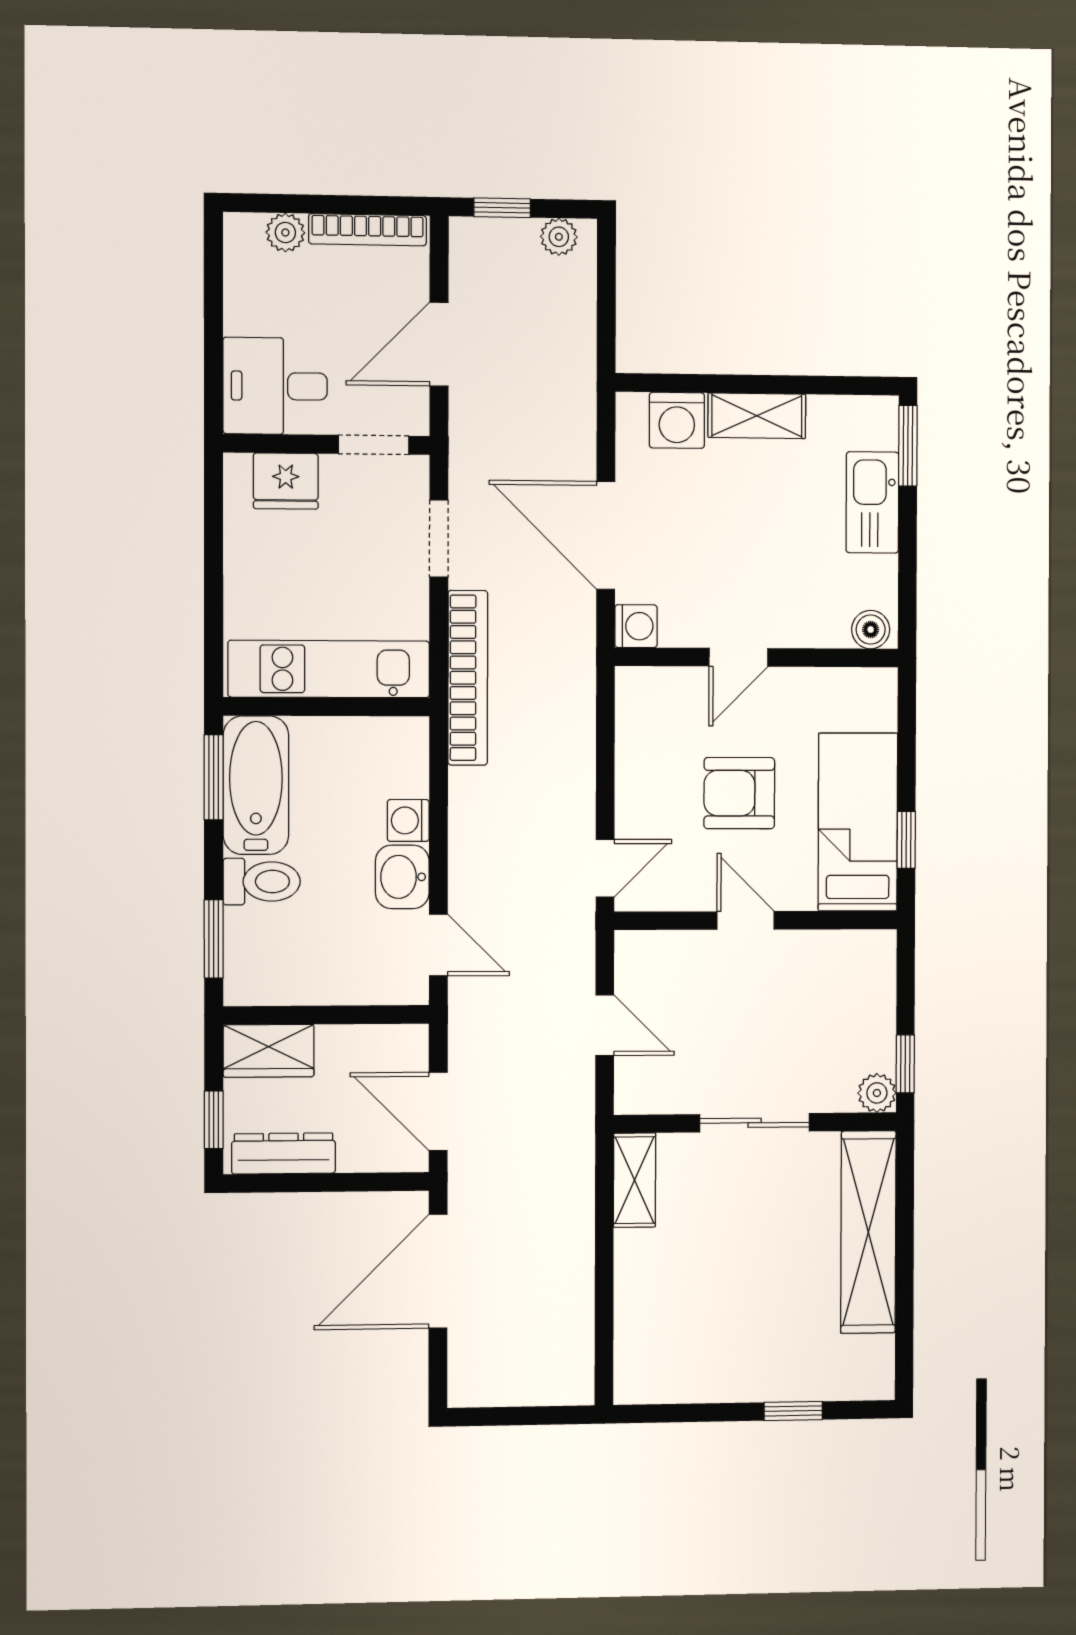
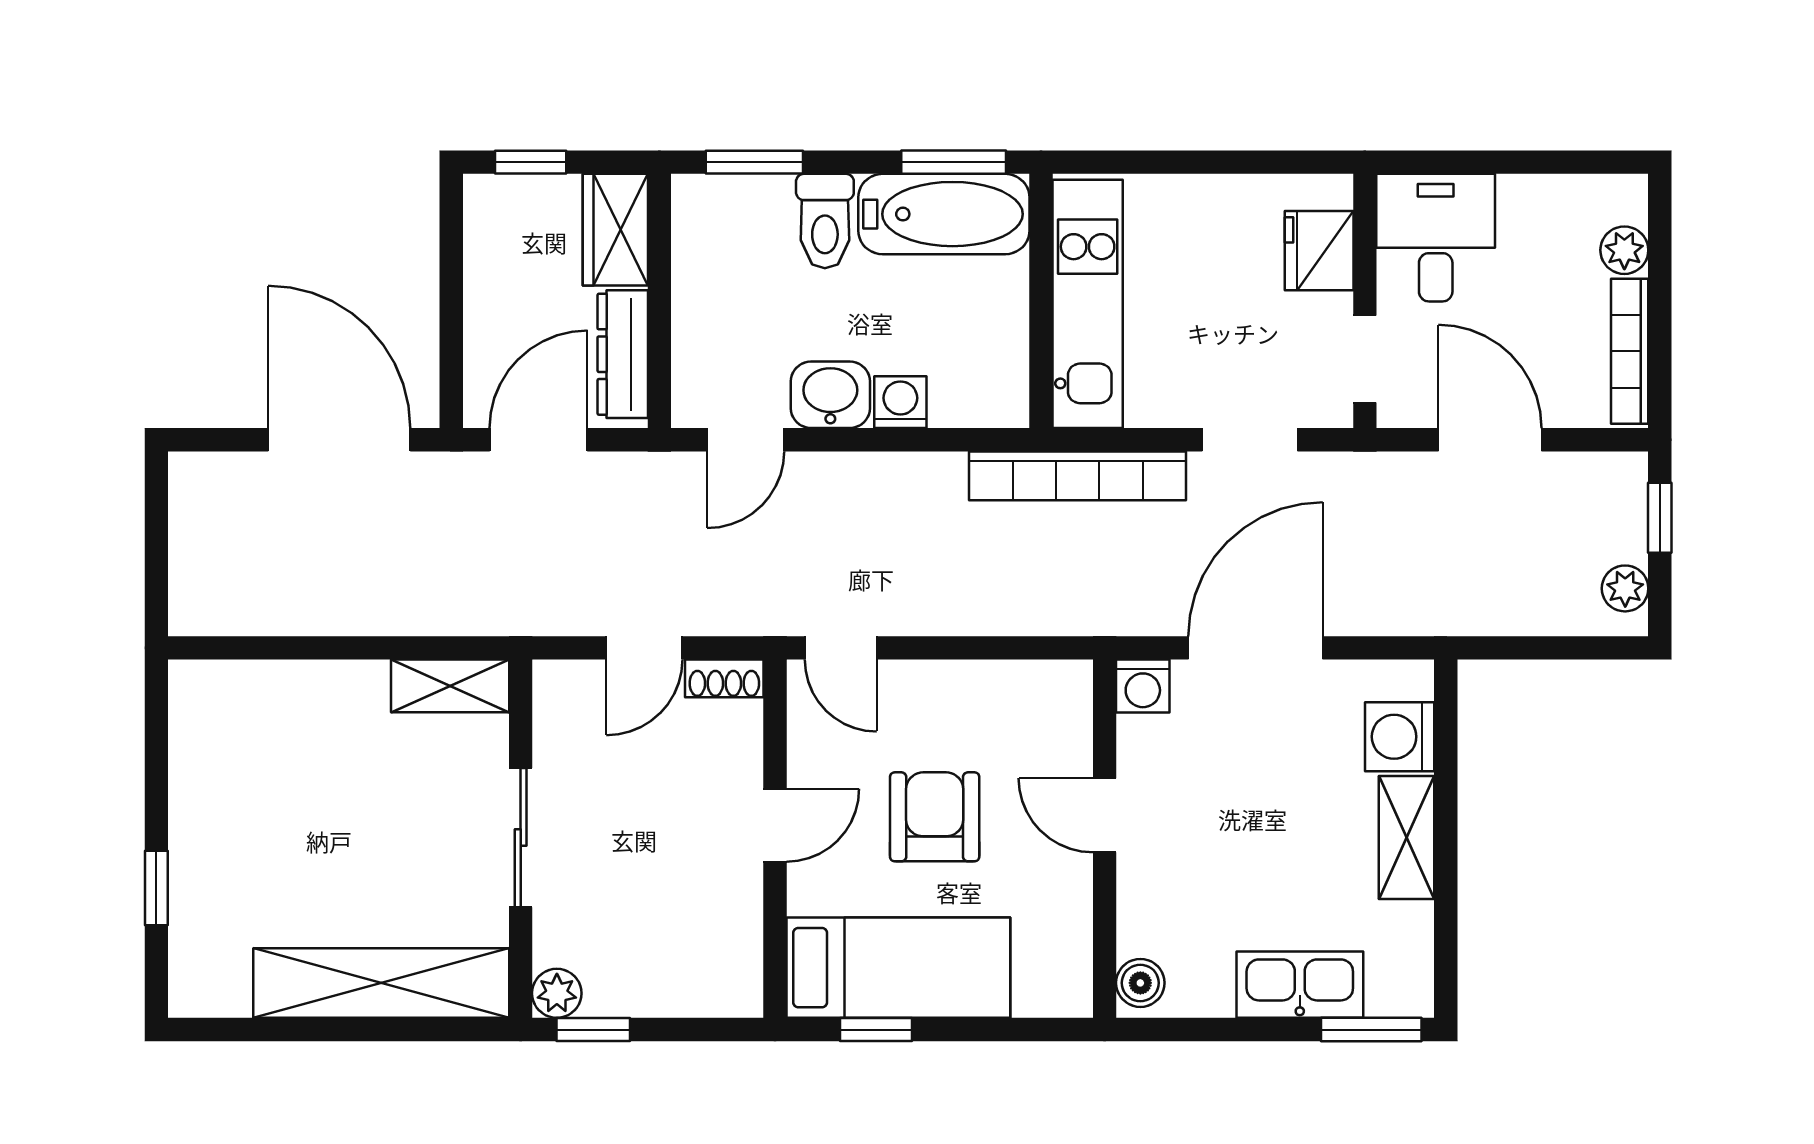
shoe rack: (629, 961) -> (724, 678), added
dresser: (284, 1154) -> (623, 354), moved, turned 180

